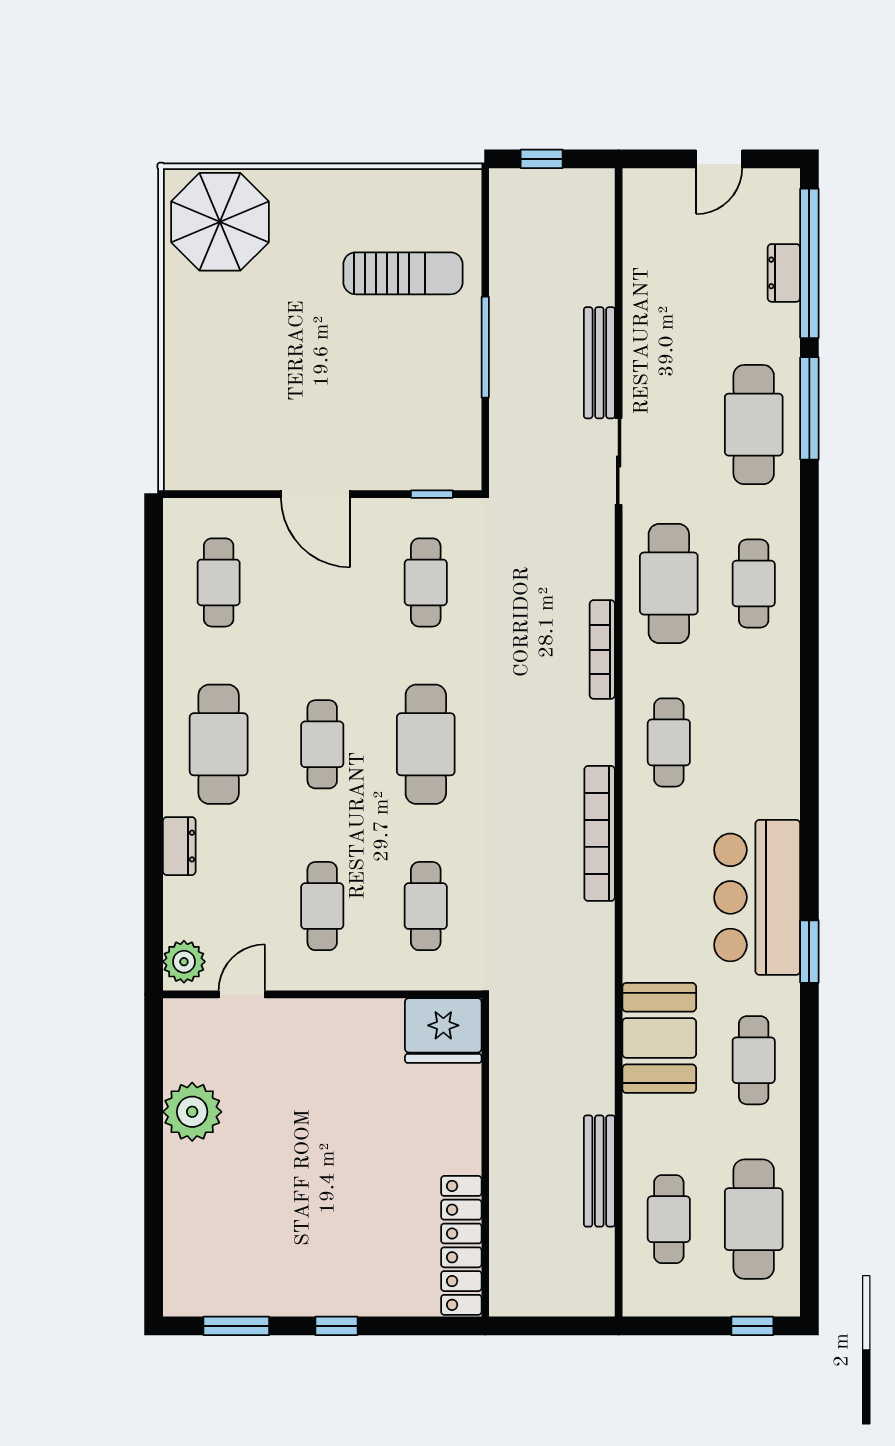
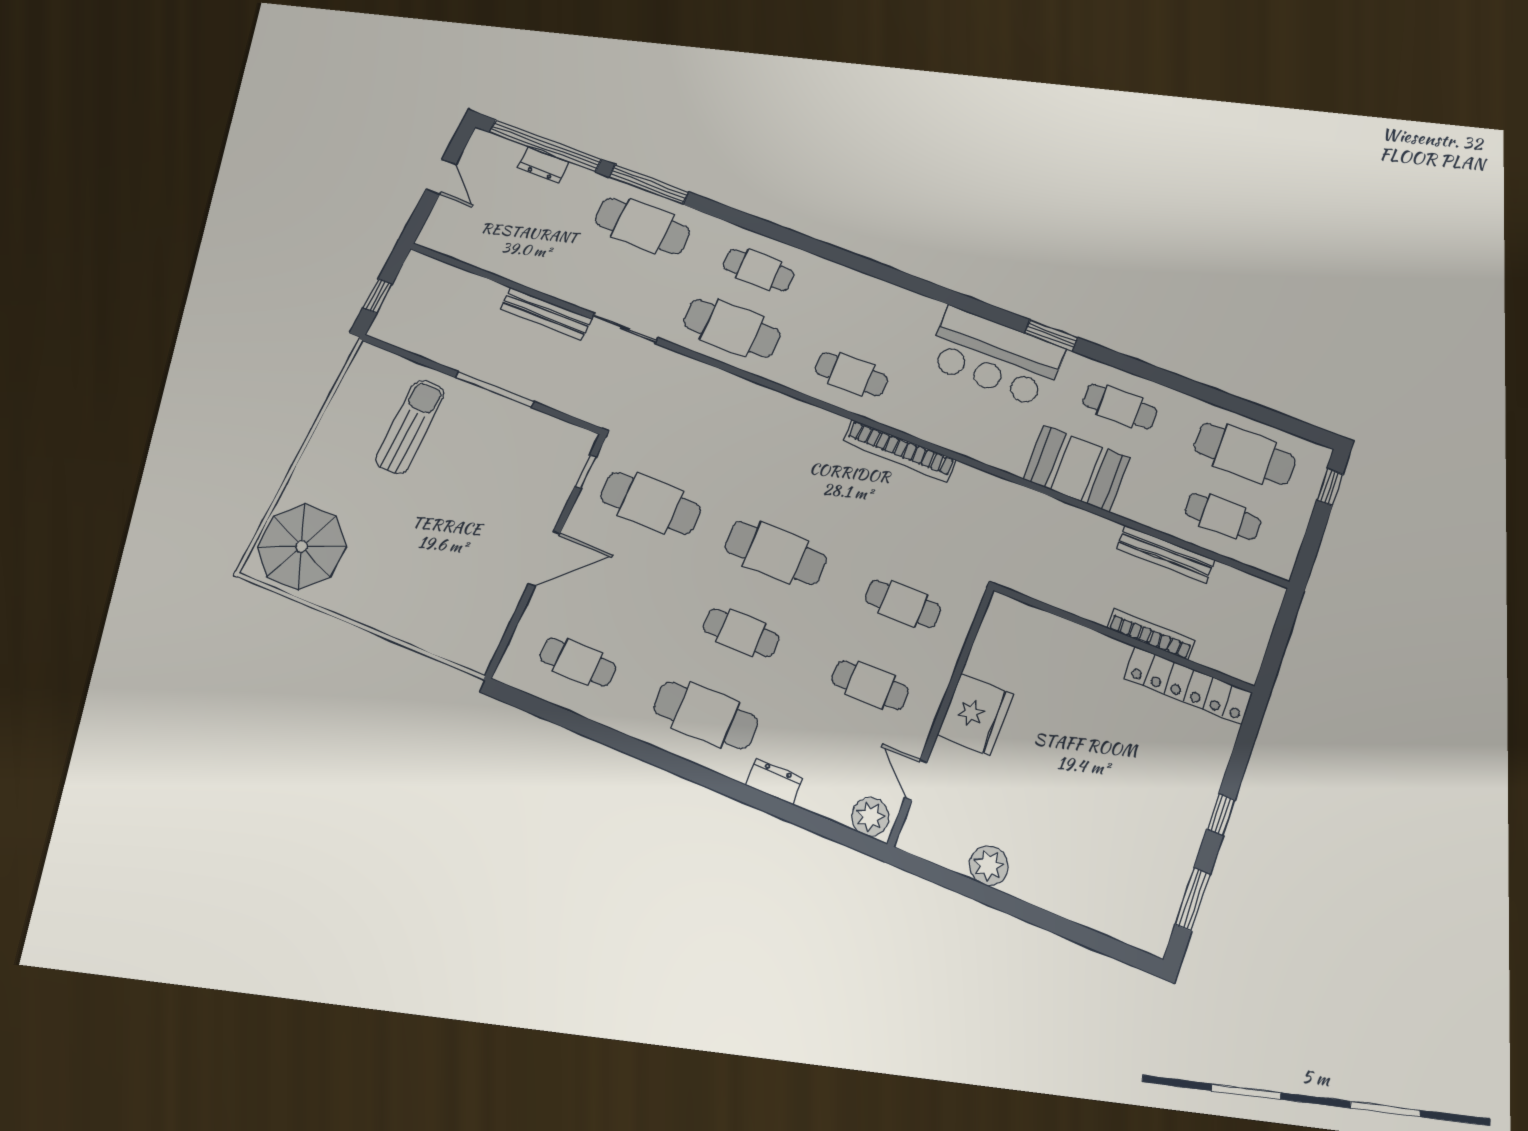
cafe table: (426, 582) -> (651, 503), width x1.37, depth x1.35
bookcase: (602, 650) -> (1151, 634), moved, turned 180
fridge: (443, 1030) -> (975, 715), moved
plant: (192, 1112) -> (989, 866), width x0.73, depth x0.73

